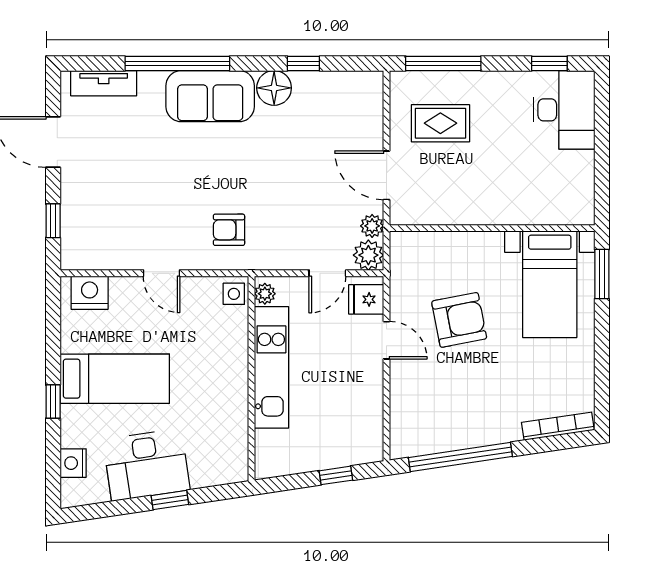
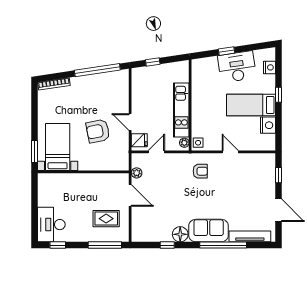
tv unit: (104, 83) -> (250, 236), width x1.41
plant: (368, 255) -> (138, 160), removed
nightstand: (90, 293) -> (268, 125), moved, turned -90

